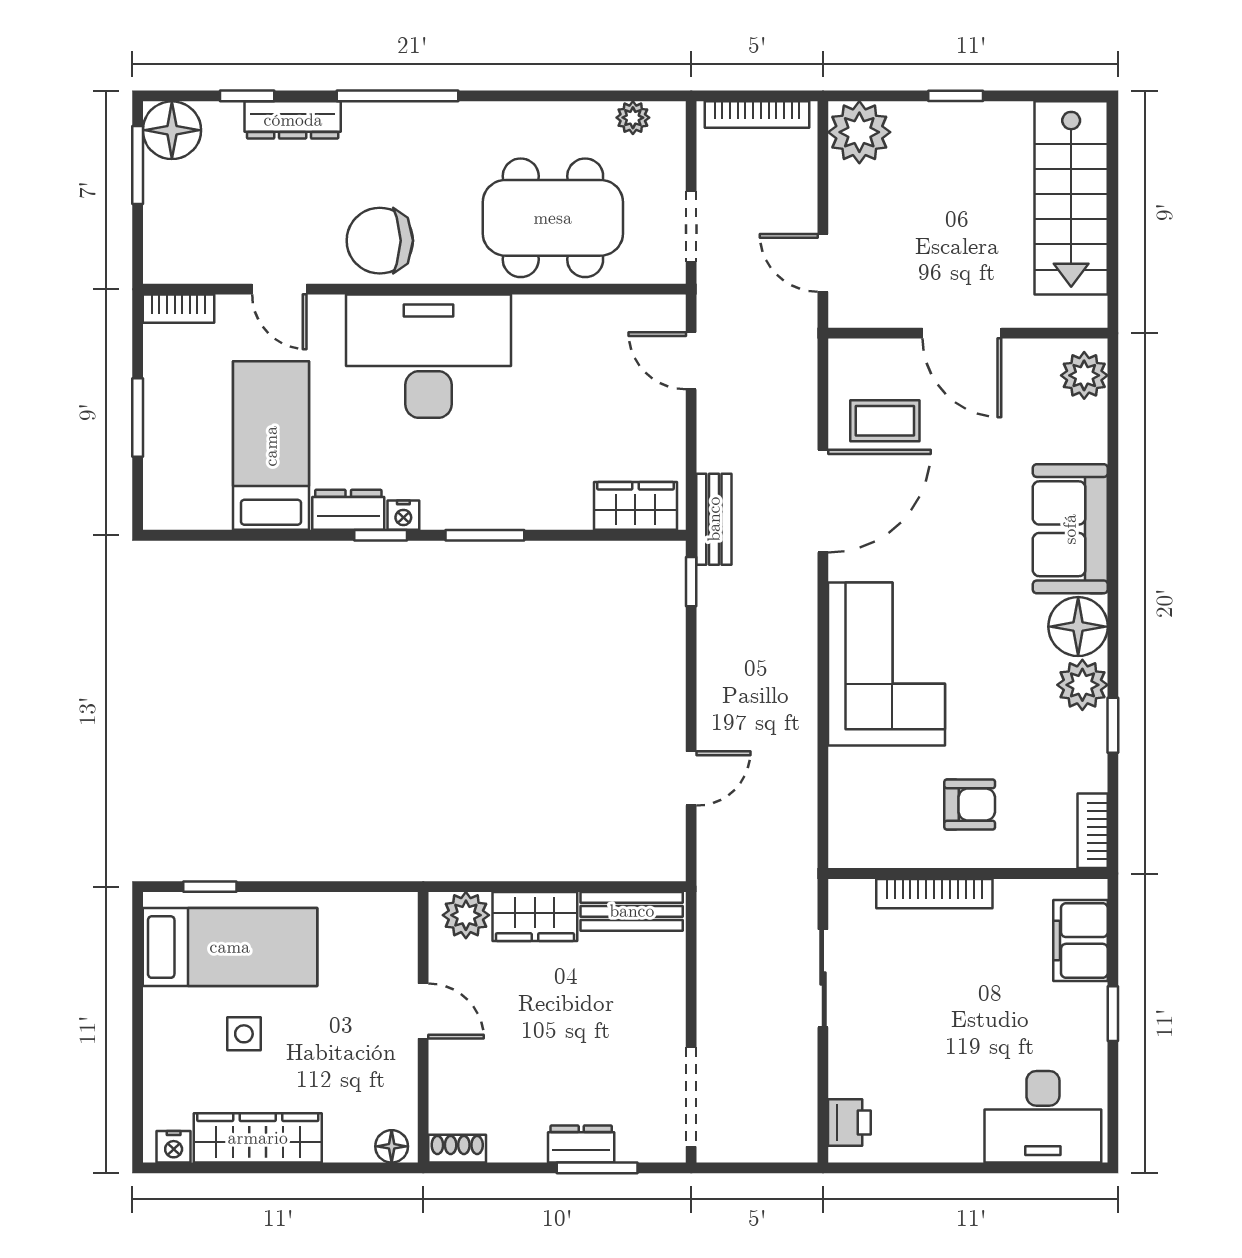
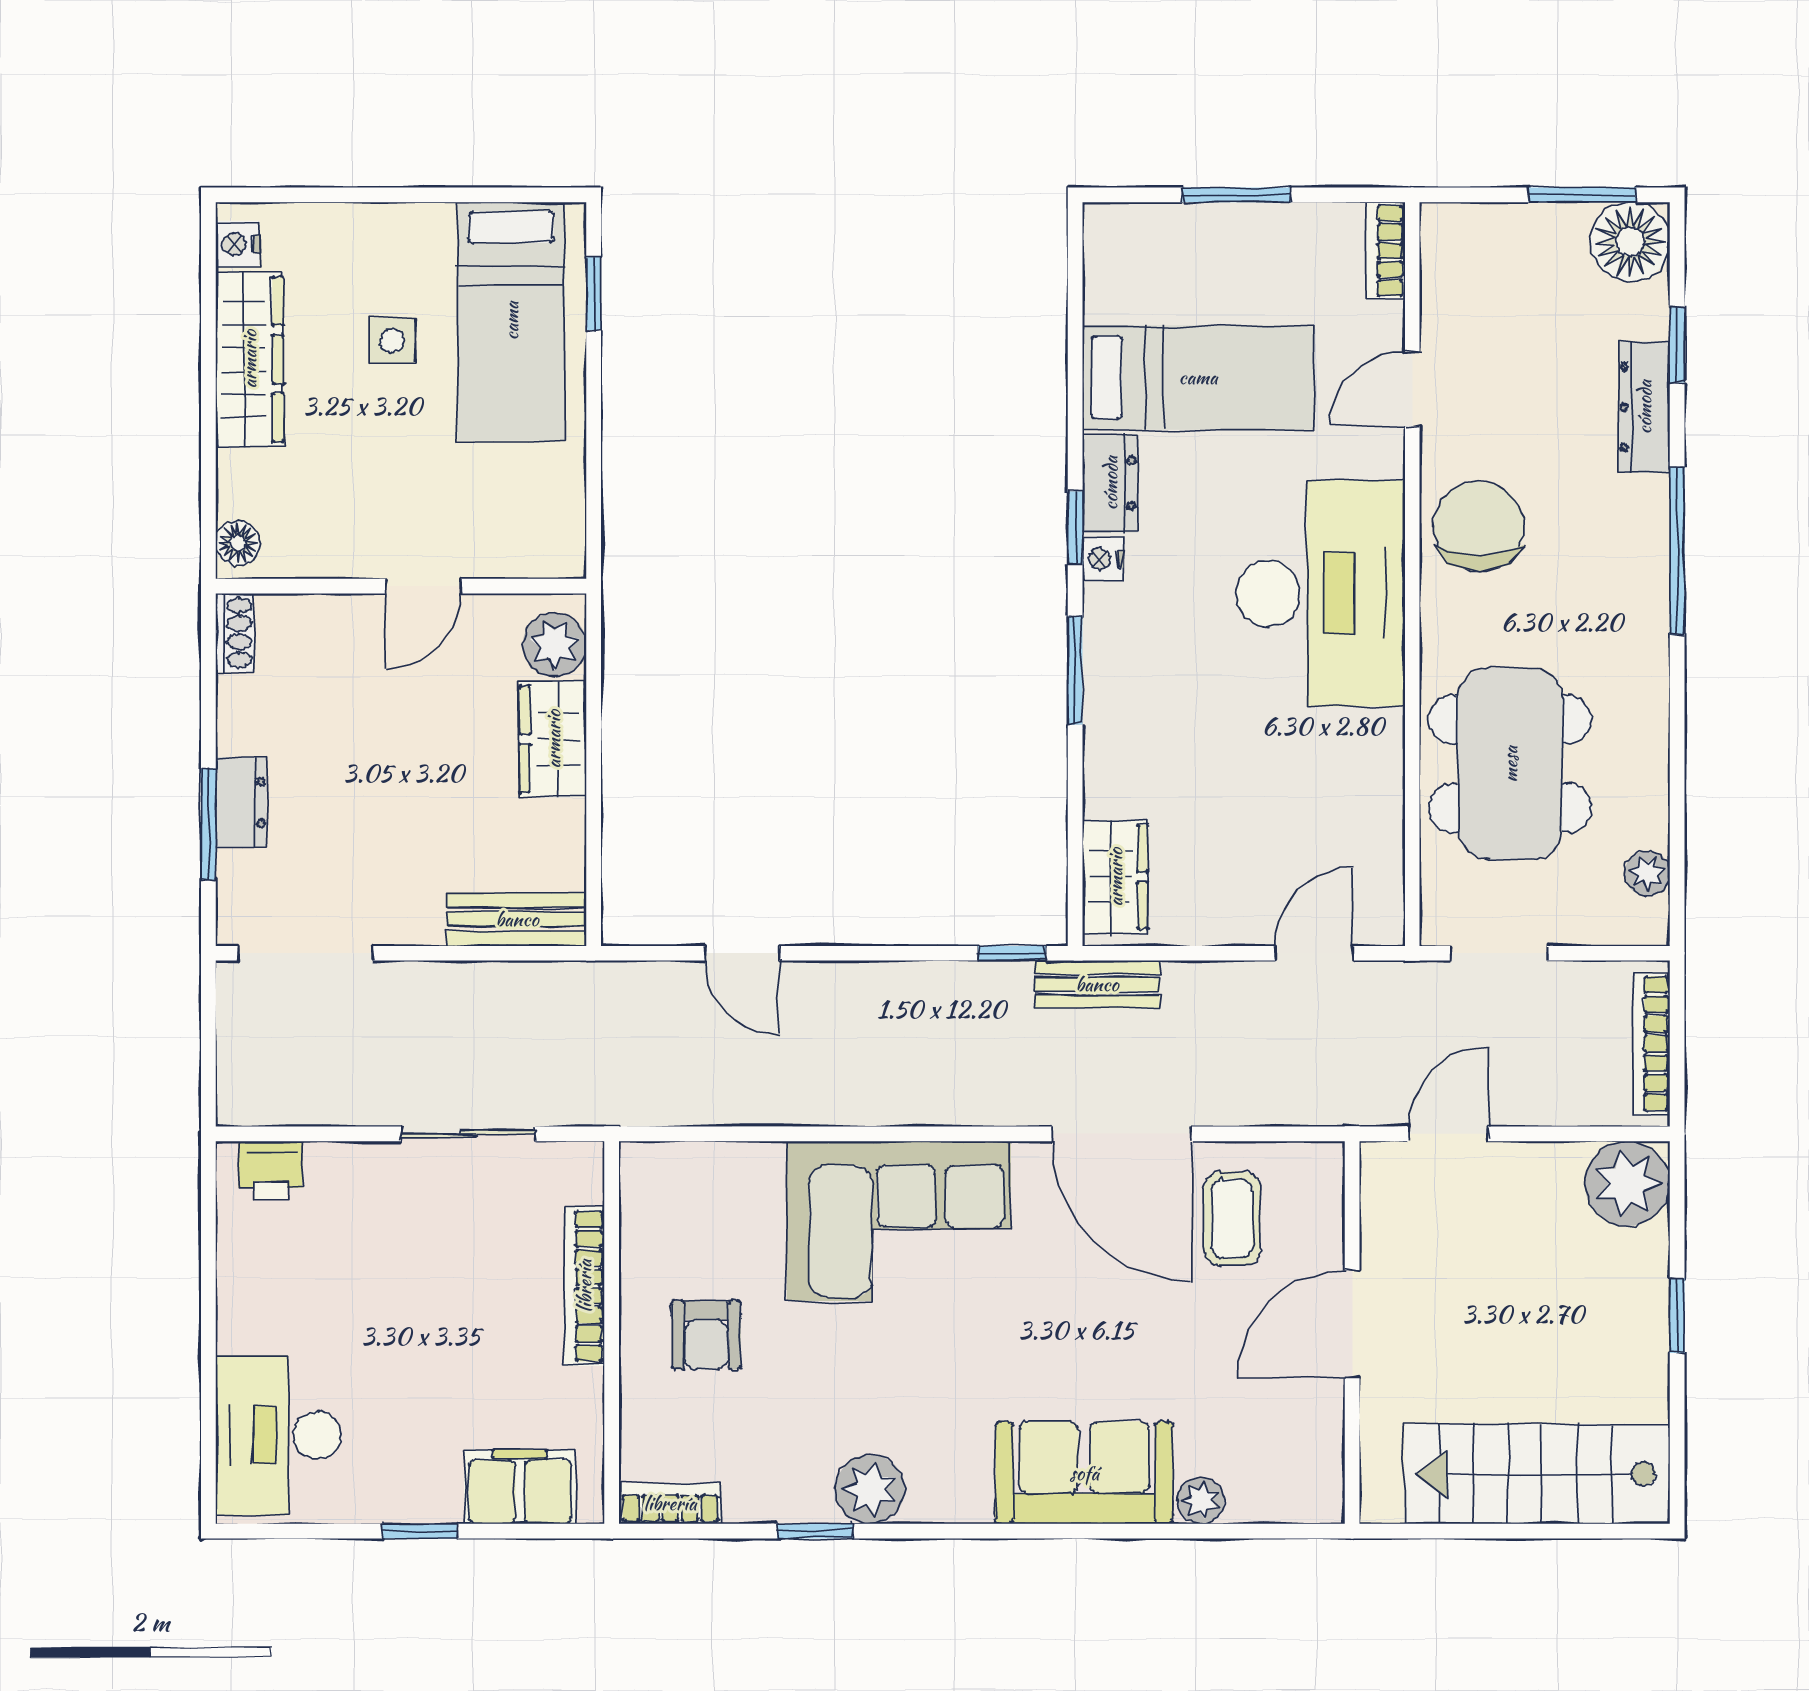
plant: (1084, 375) -> (1201, 1501), moved, width x0.73, depth x0.73
floor lamp: (1078, 627) -> (950, 1483), removed
bench: (632, 911) -> (517, 919), moved, turned 90

